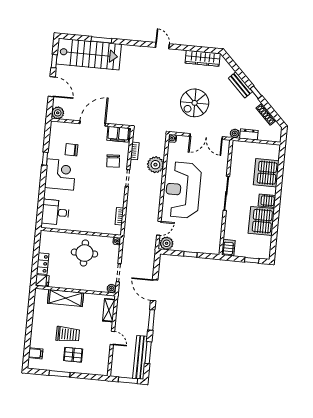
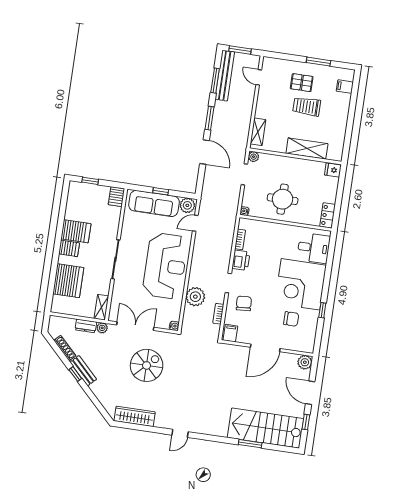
door: (162, 46) -> (180, 433), hinge flipped
bench: (240, 85) -> (83, 371), moved
filing cabinet: (118, 134) -> (230, 333), width x0.50
shelving: (236, 151) -> (101, 307), added
corner desk: (60, 174) -> (301, 284), width x1.36, depth x1.36
printer: (118, 198) -> (241, 260), added
server rack: (261, 221) -> (76, 231), width x0.62
sofa: (195, 243) -> (154, 203), added
locker: (43, 264) -> (328, 215), moved
door: (112, 338) -> (259, 77), moved

